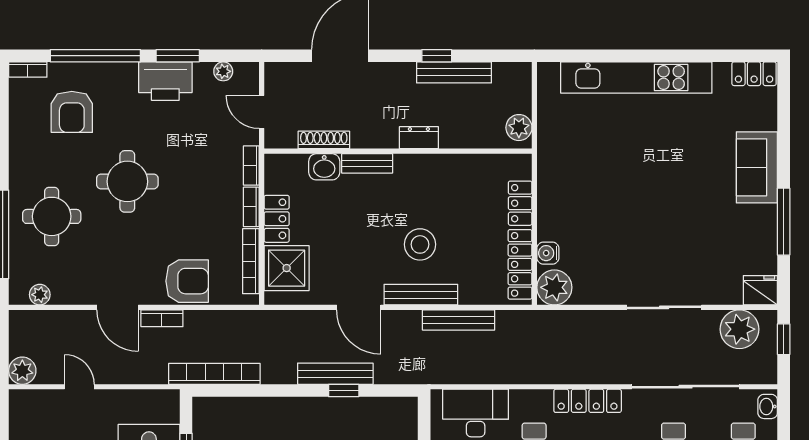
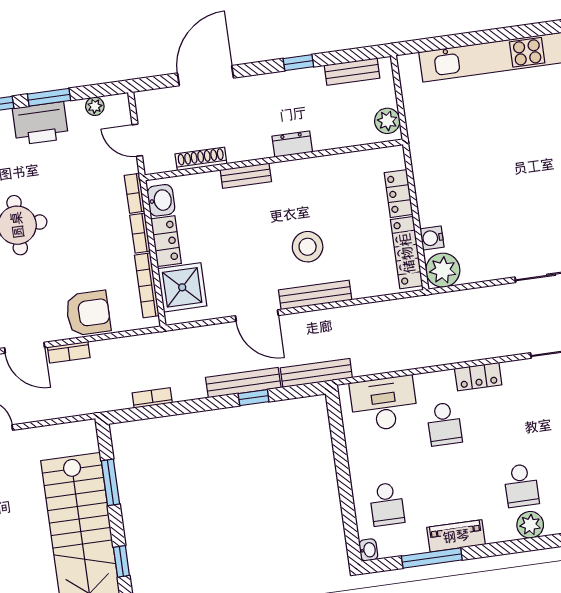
bench: (454, 72) -> (352, 72), moved, width x0.73
washbasin: (324, 167) -> (161, 200), moved, turned -90
bench: (459, 320) -> (316, 373), moved
bookcase: (214, 374) -> (152, 398), width x0.43, depth x0.76
locker: (588, 401) -> (478, 377), width x0.66

